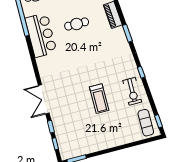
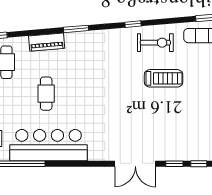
bar counter: (41, 35) -> (49, 145), width x1.36
treadmill: (99, 99) -> (164, 78), moved

